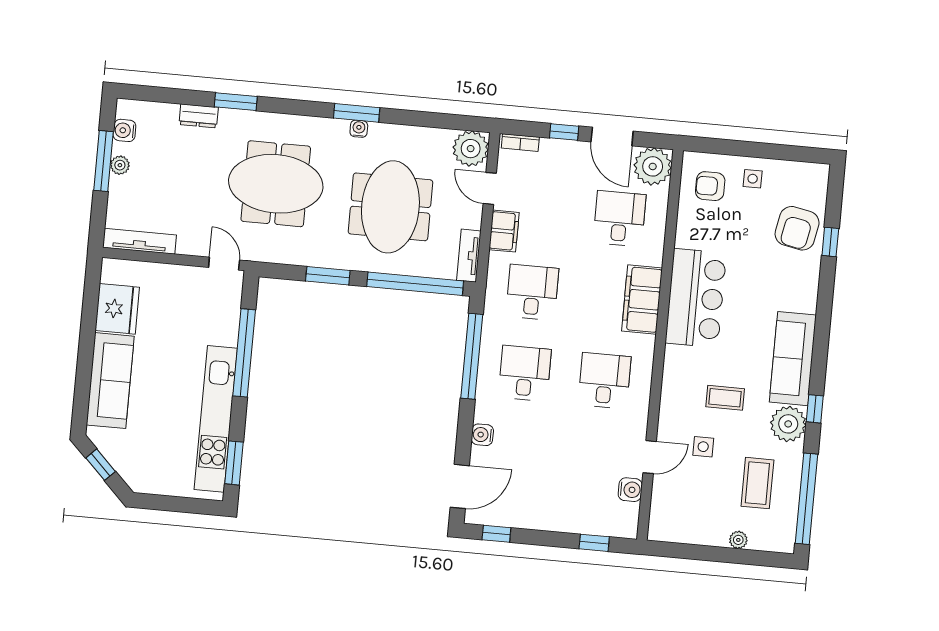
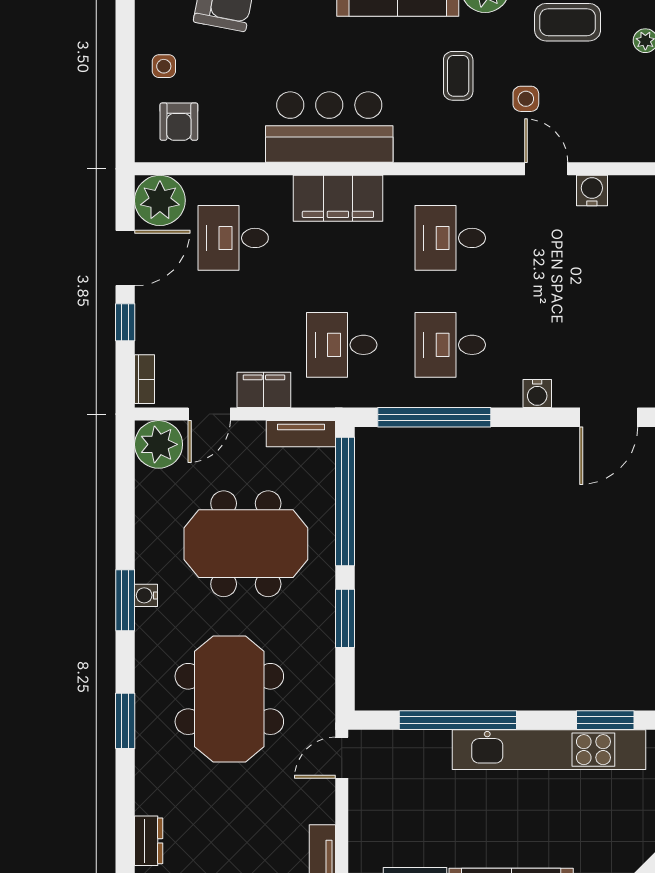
window: (236, 102) -> (125, 721), moved
dresser: (199, 116) -> (149, 841), moved
door: (460, 486) -> (609, 417), swing flipped

